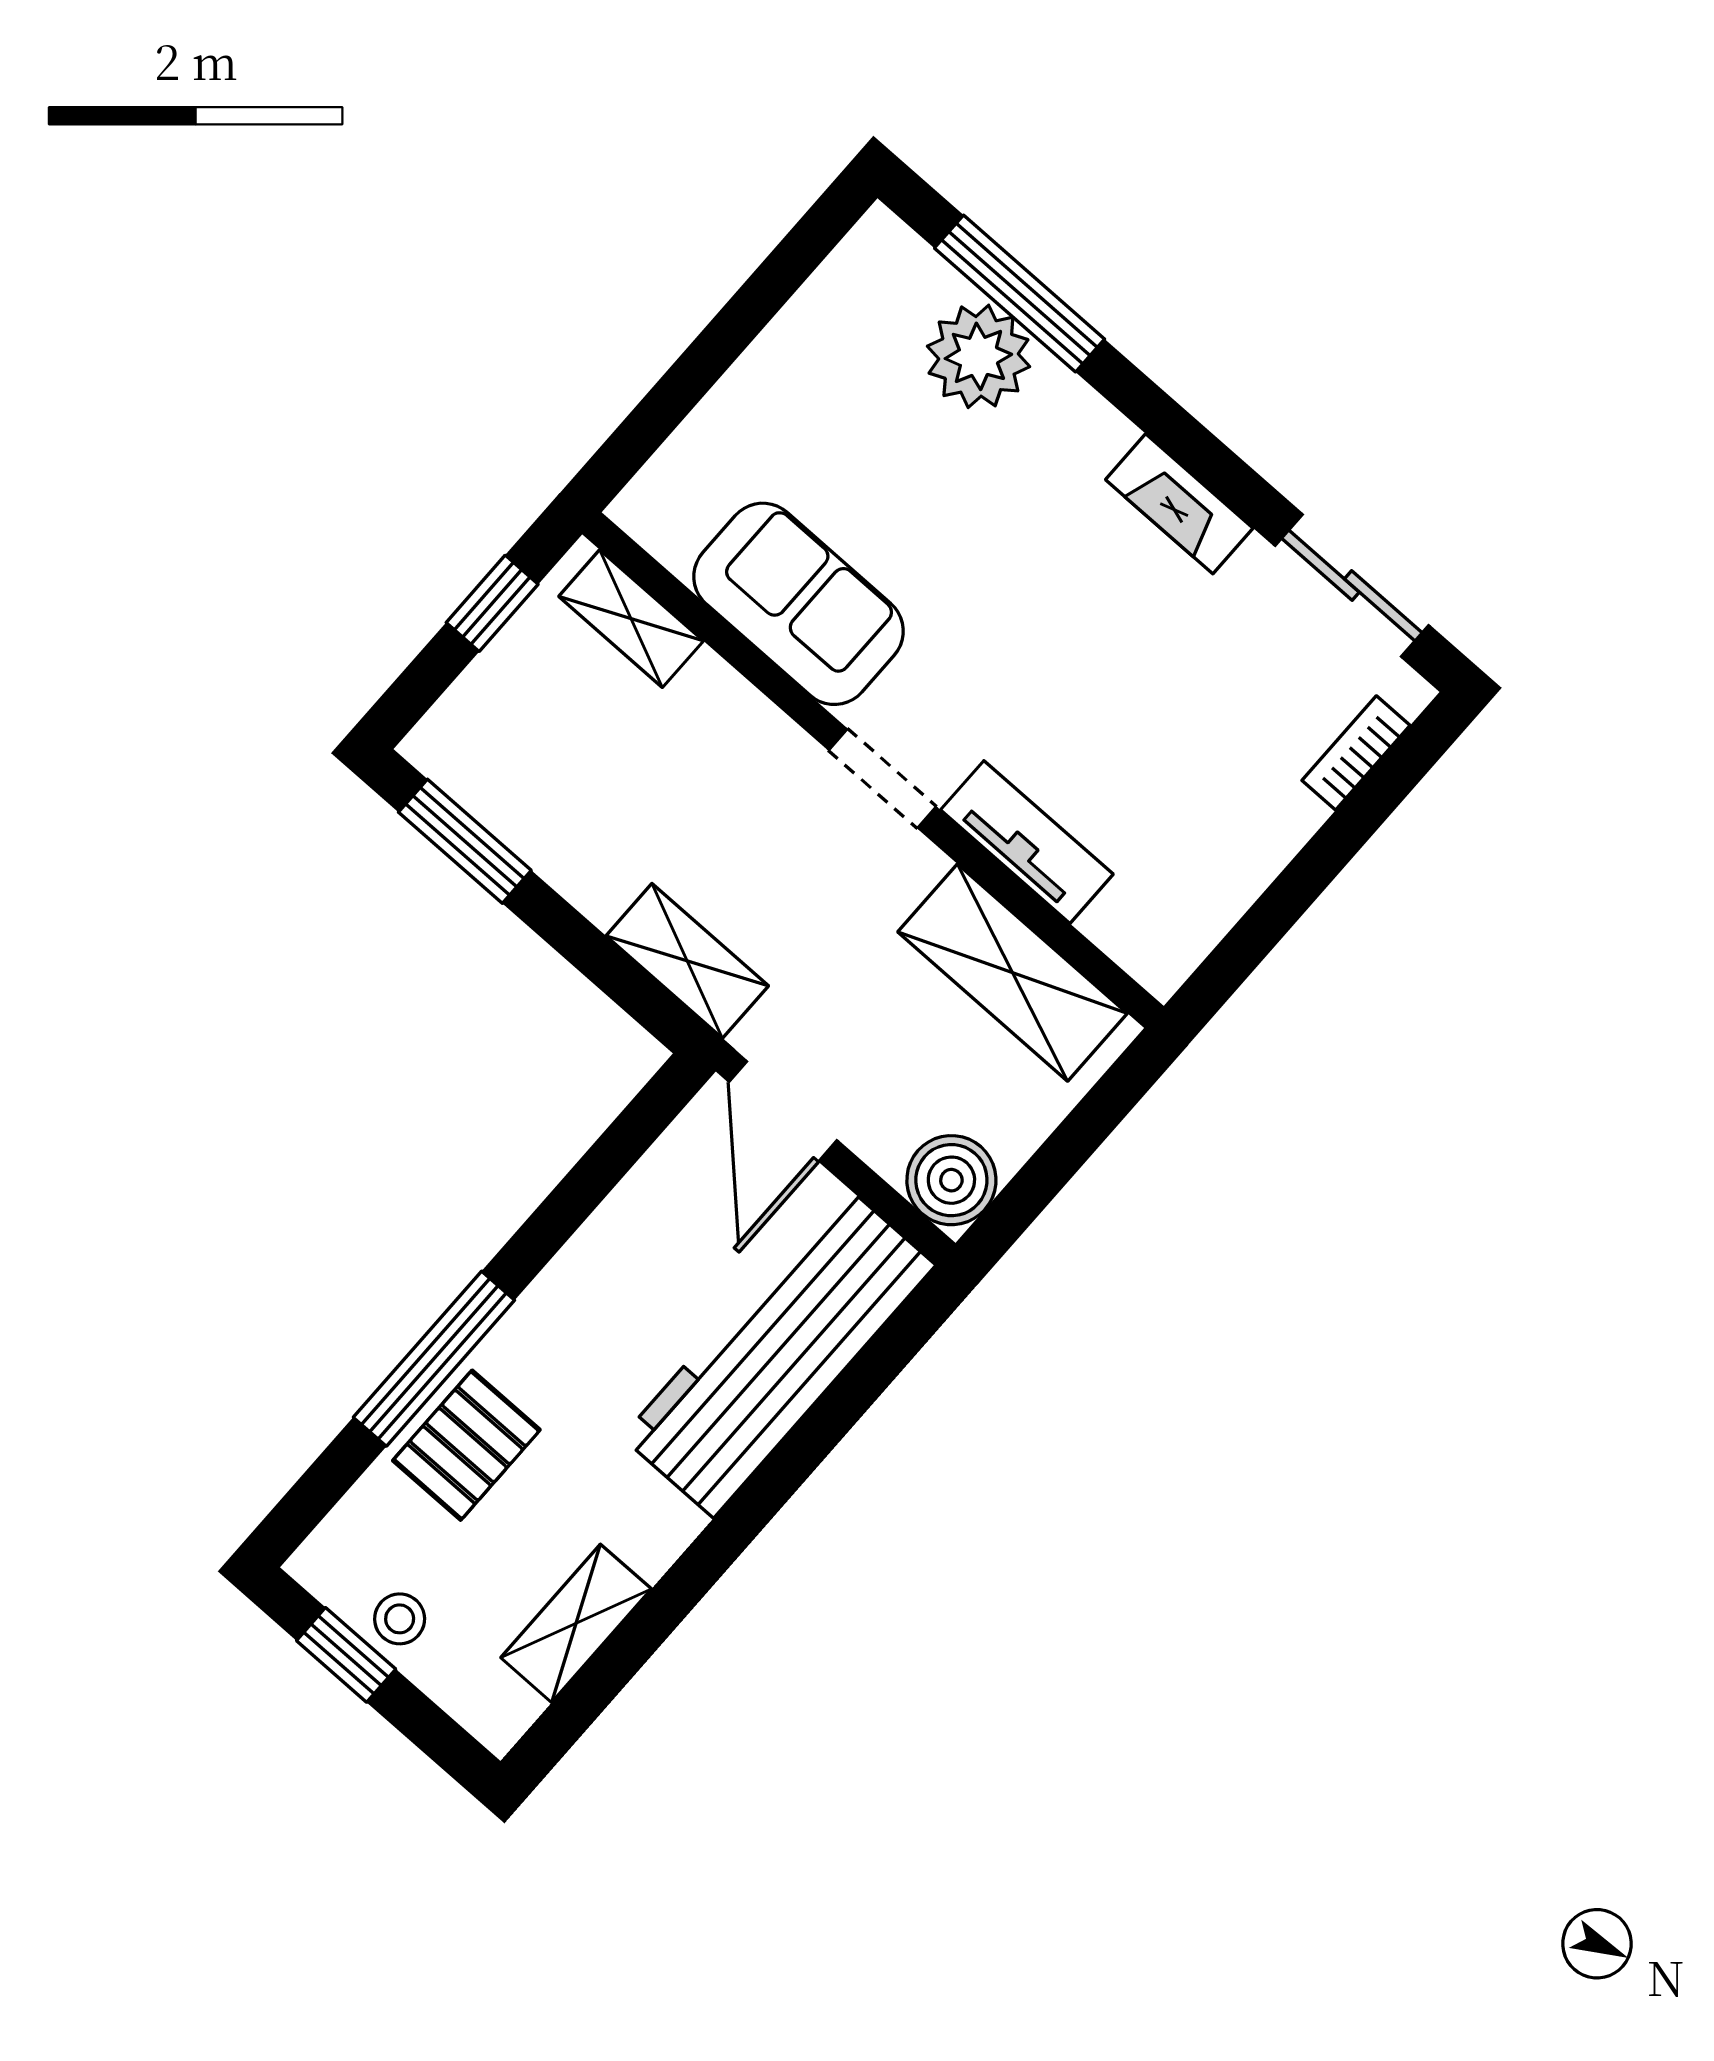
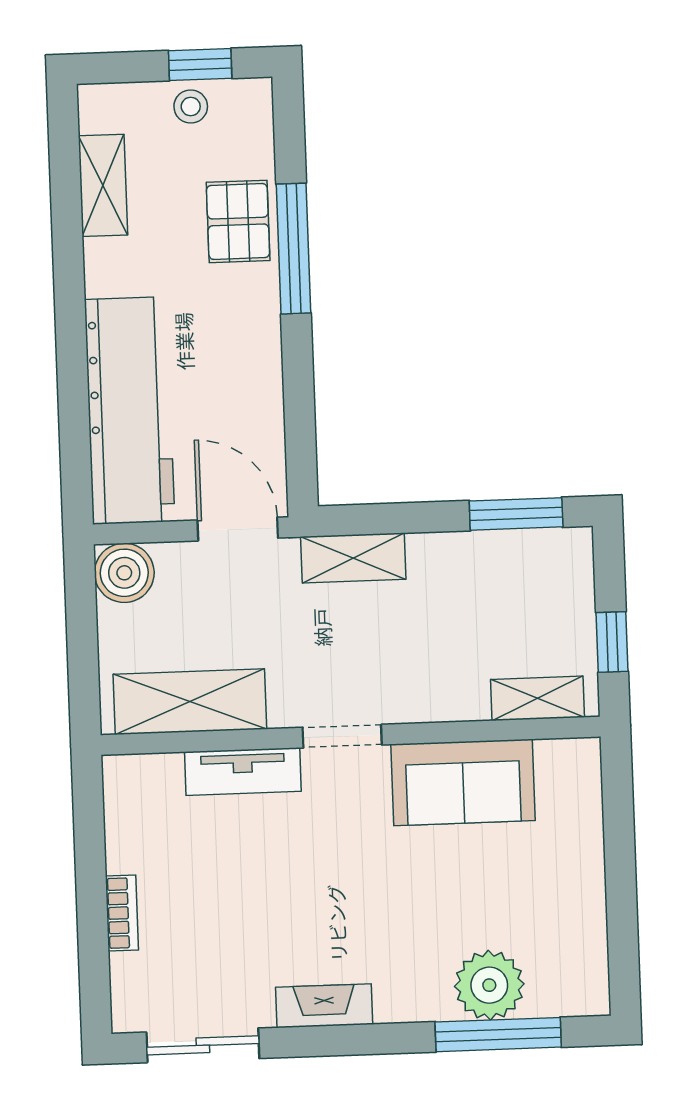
bookcase: (1356, 753) -> (122, 913), moved

